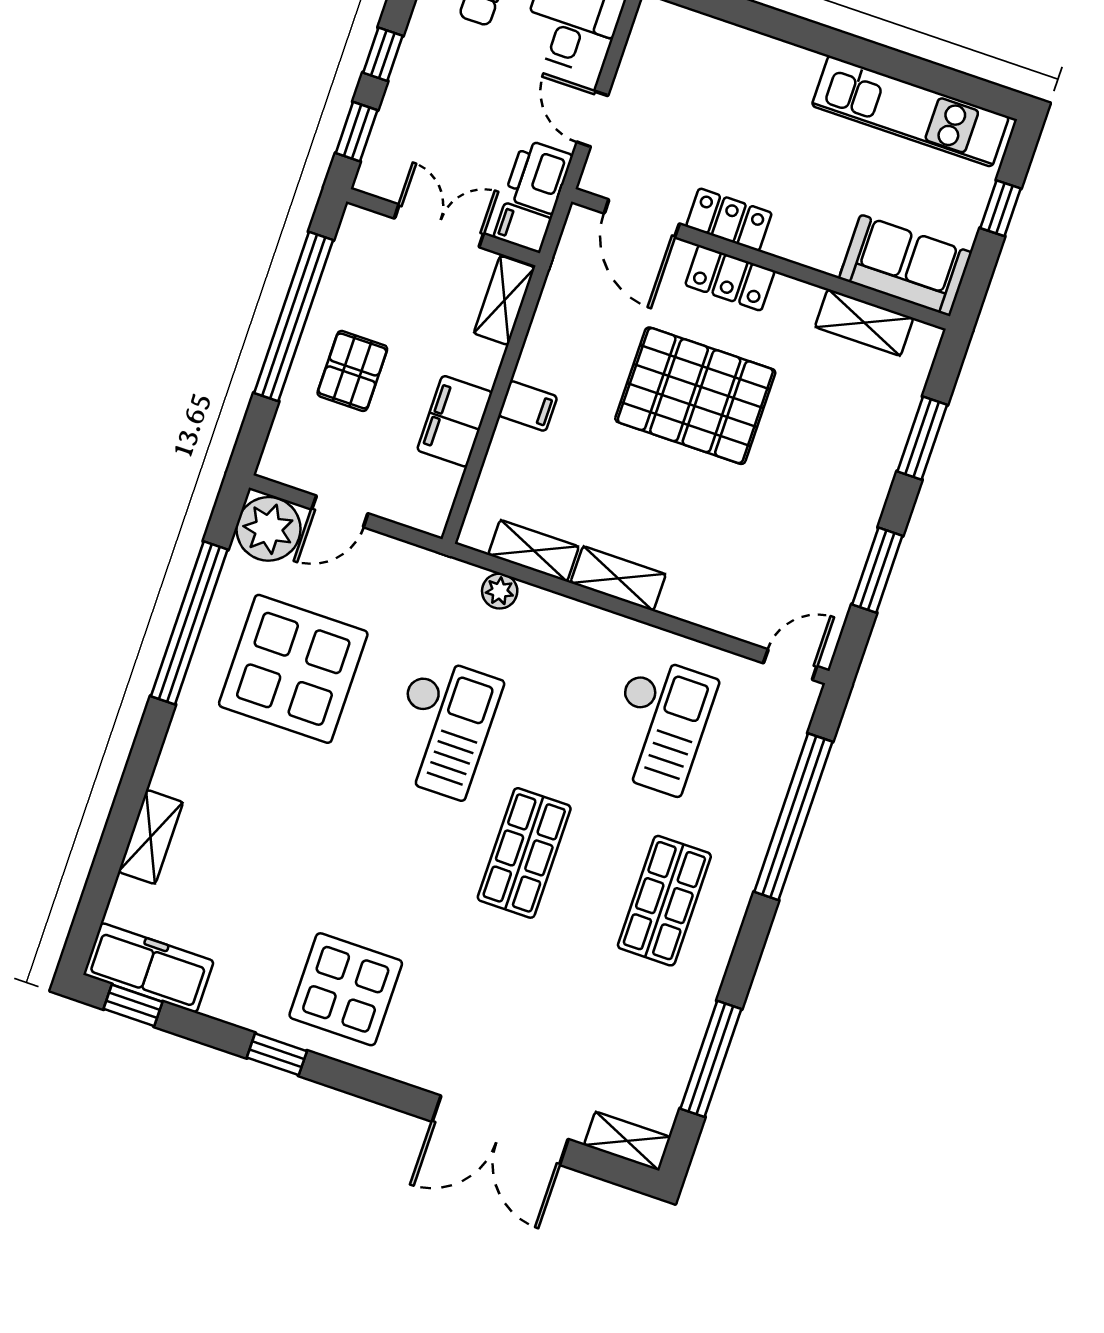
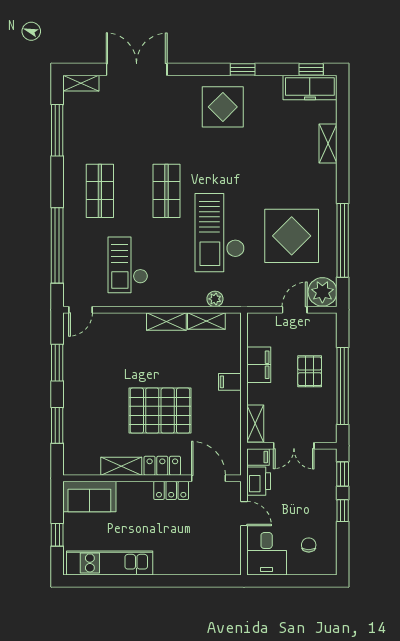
shelving: (864, 322) -> (121, 466), moved
checkout: (442, 727) -> (220, 233), width x1.36, depth x1.21

